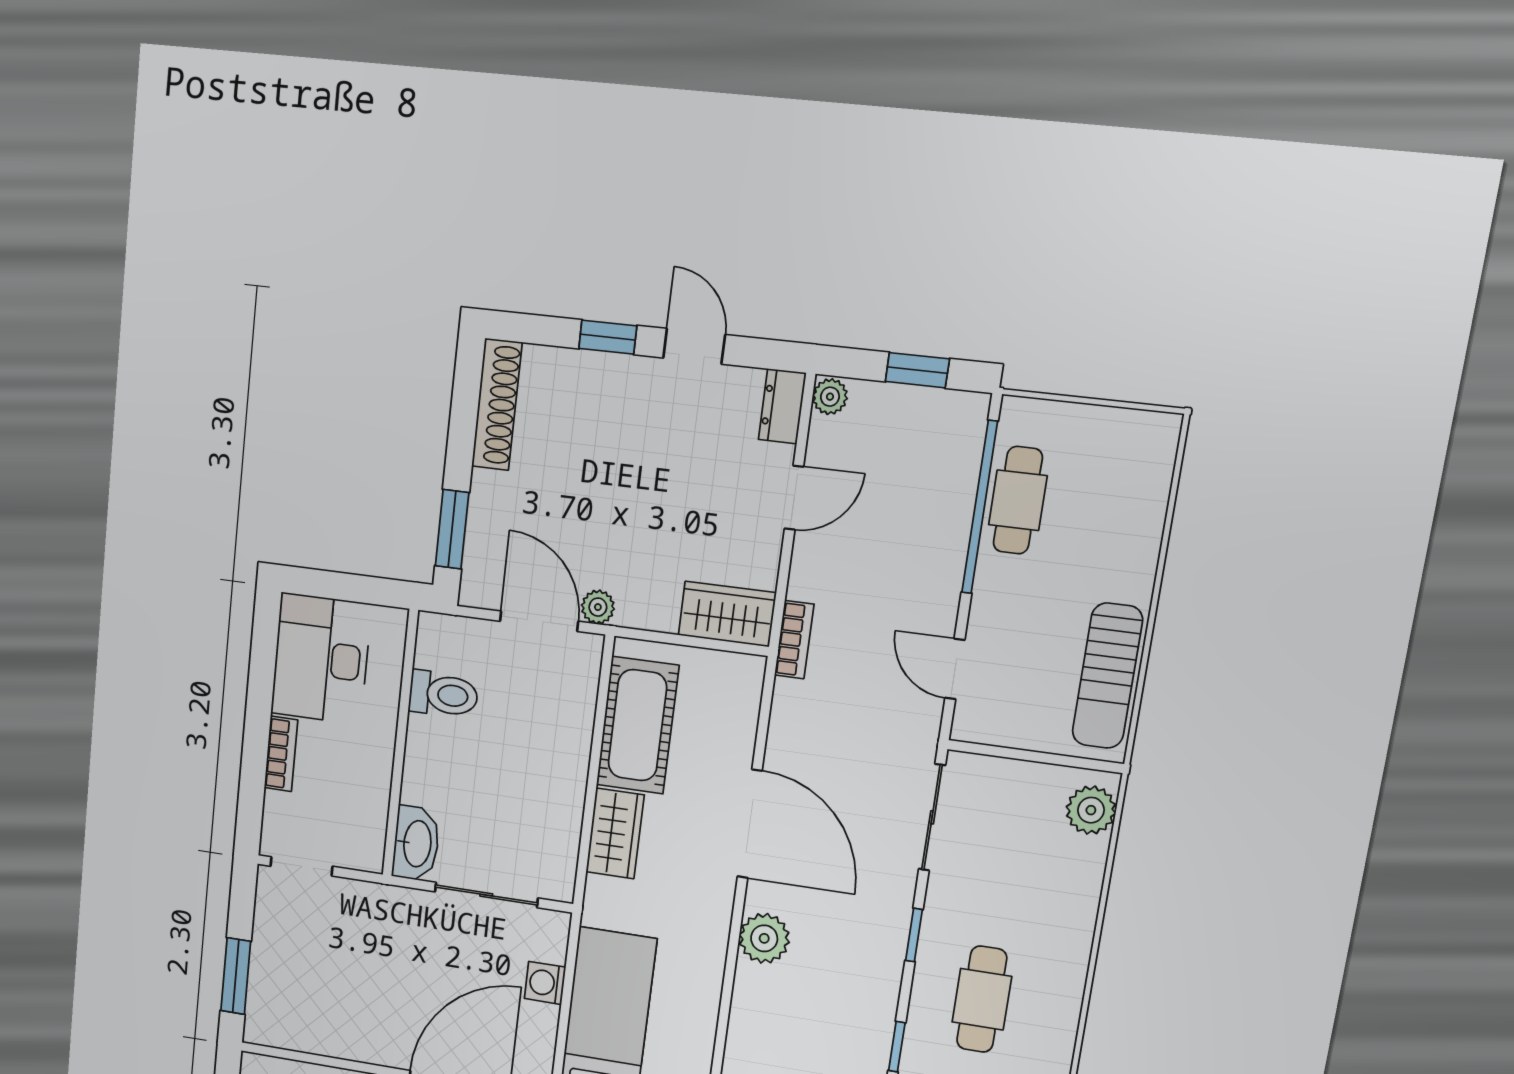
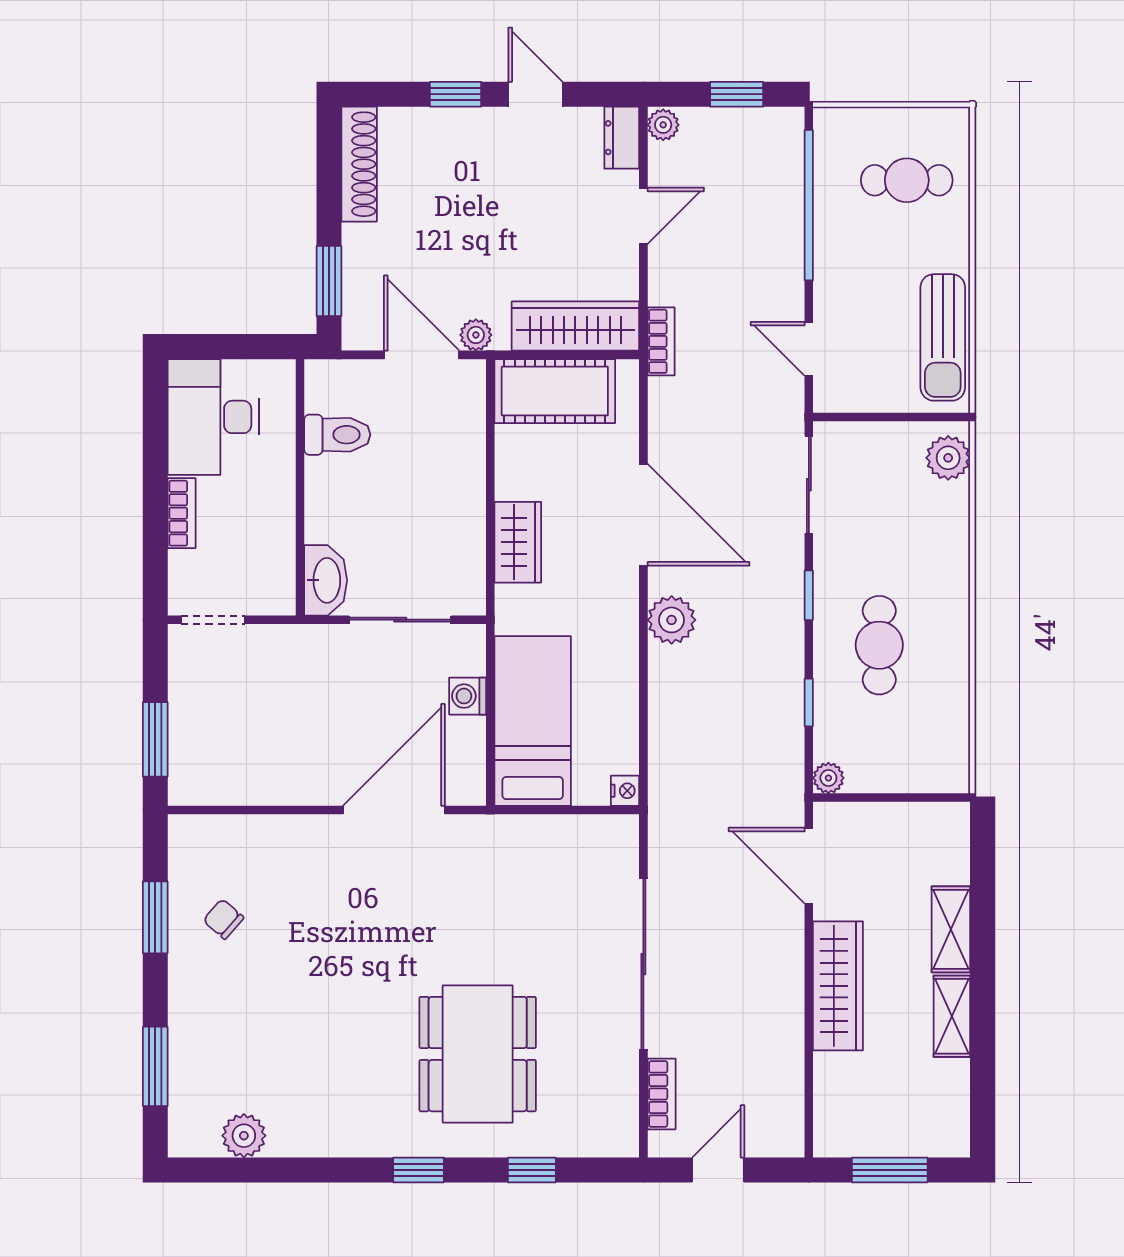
cafe table: (1018, 500) -> (907, 180), moved, turned 90
wardrobe: (727, 614) -> (575, 326), width x1.50
cot: (637, 725) -> (555, 391), moved, turned 90

